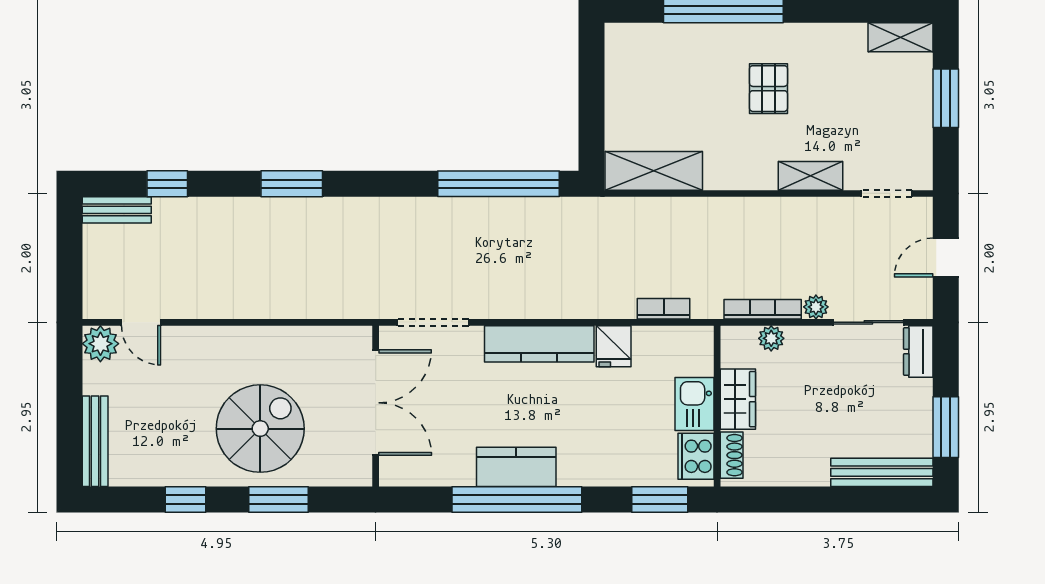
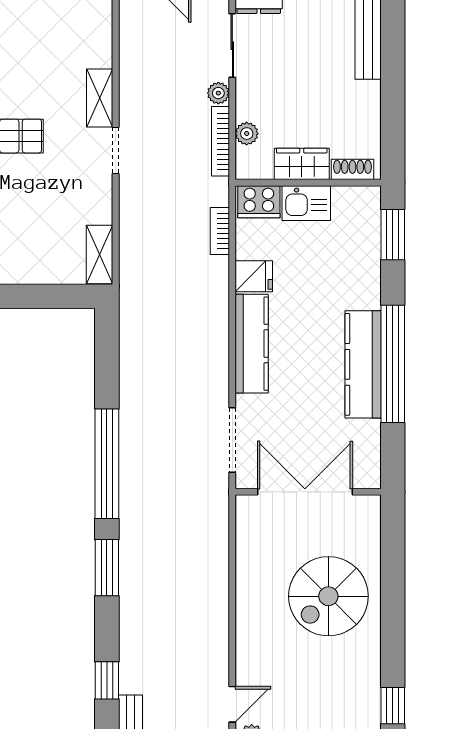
shelving: (654, 171) -> (99, 255), width x0.67, depth x0.75
window: (498, 184) -> (107, 464), moved
doorway: (886, 193) -> (116, 151), moved
spiral stairs: (260, 429) -> (328, 596), turned -90
cooker: (696, 456) -> (259, 202), moved
kitchen counter: (516, 467) -> (363, 364), width x1.50
window: (186, 500) -> (393, 706), moved
window: (278, 500) -> (393, 580), removed

